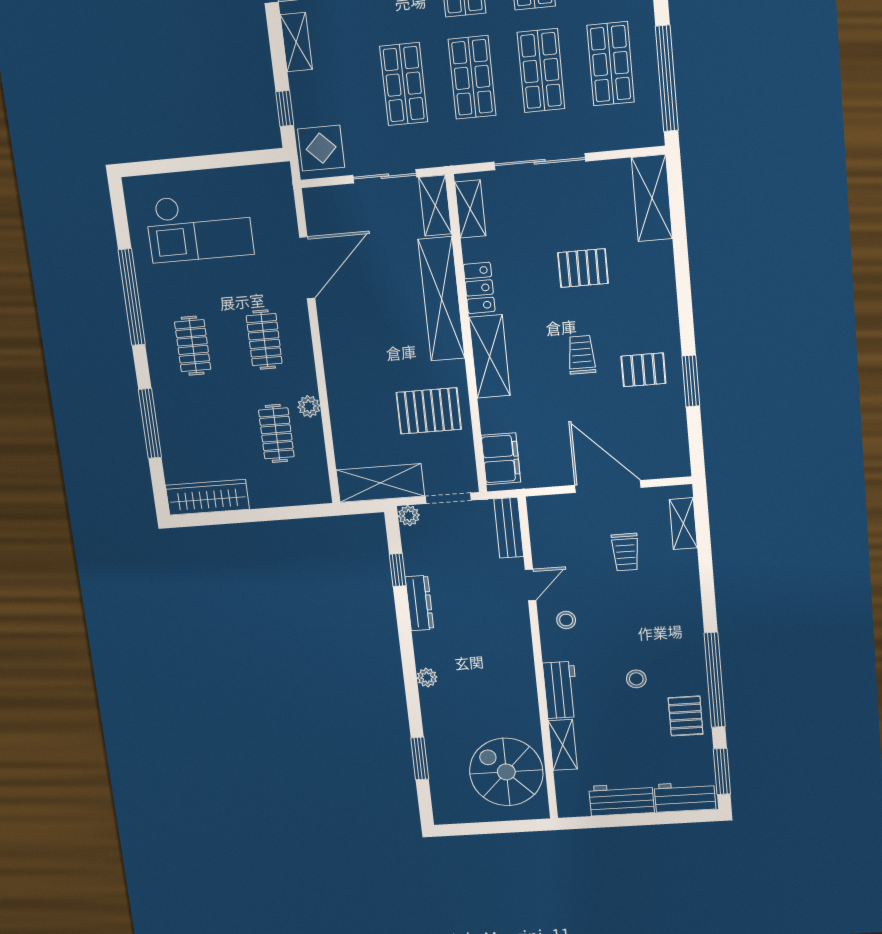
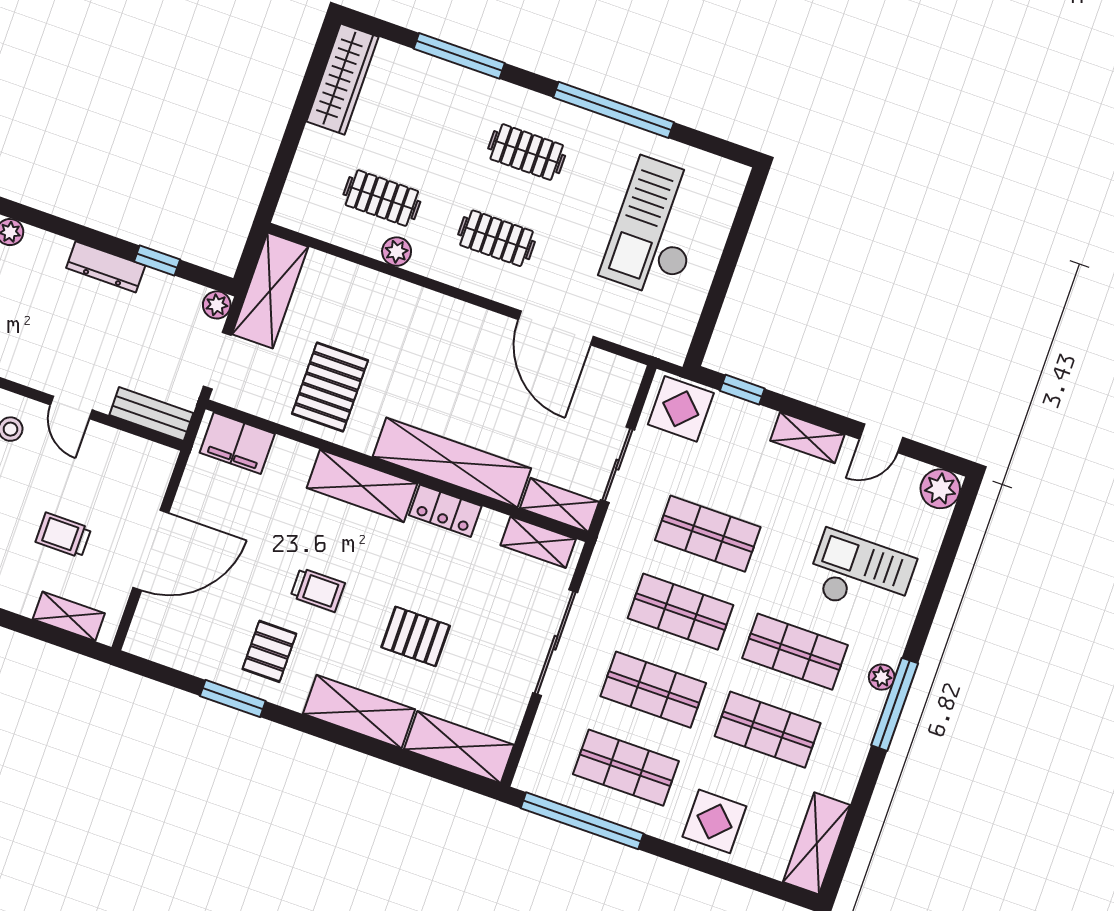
pallet: (583, 268) -> (416, 636), turned 90
shelving: (659, 285) -> (359, 712), added

